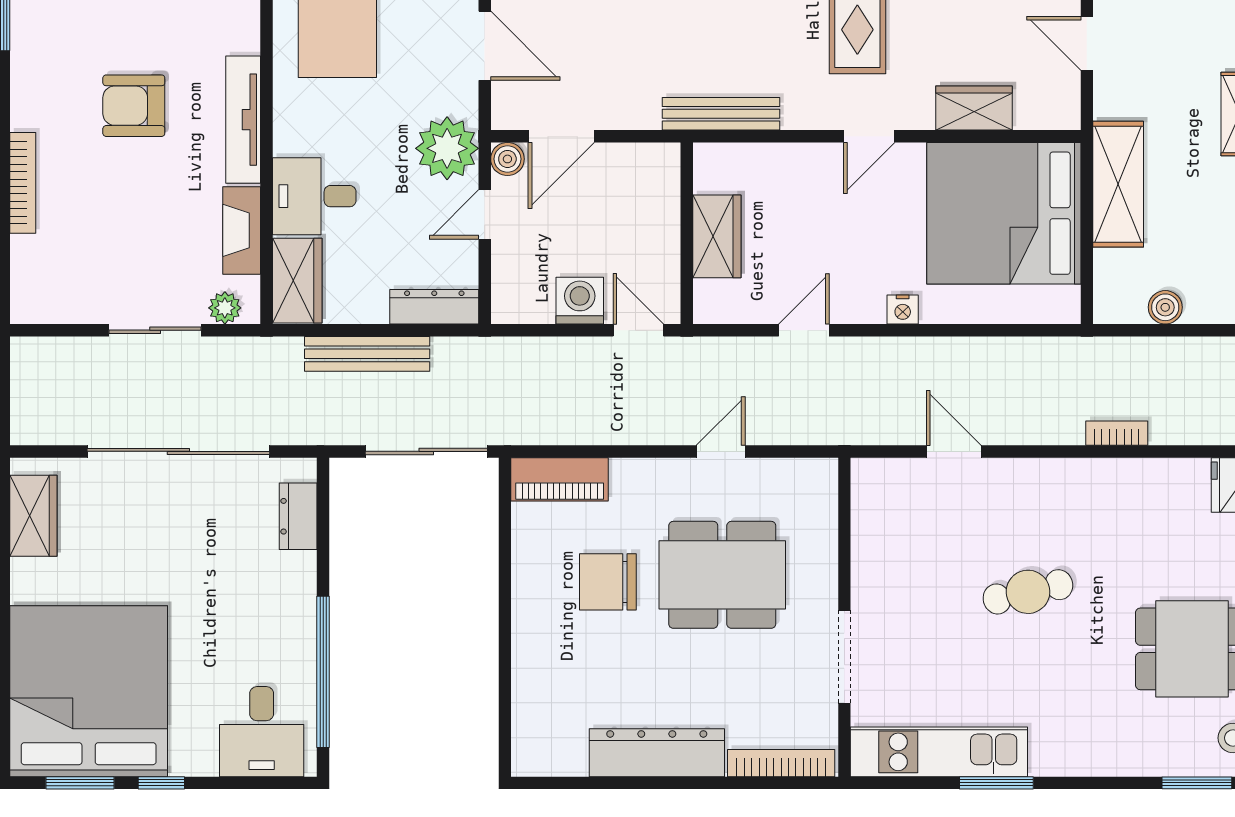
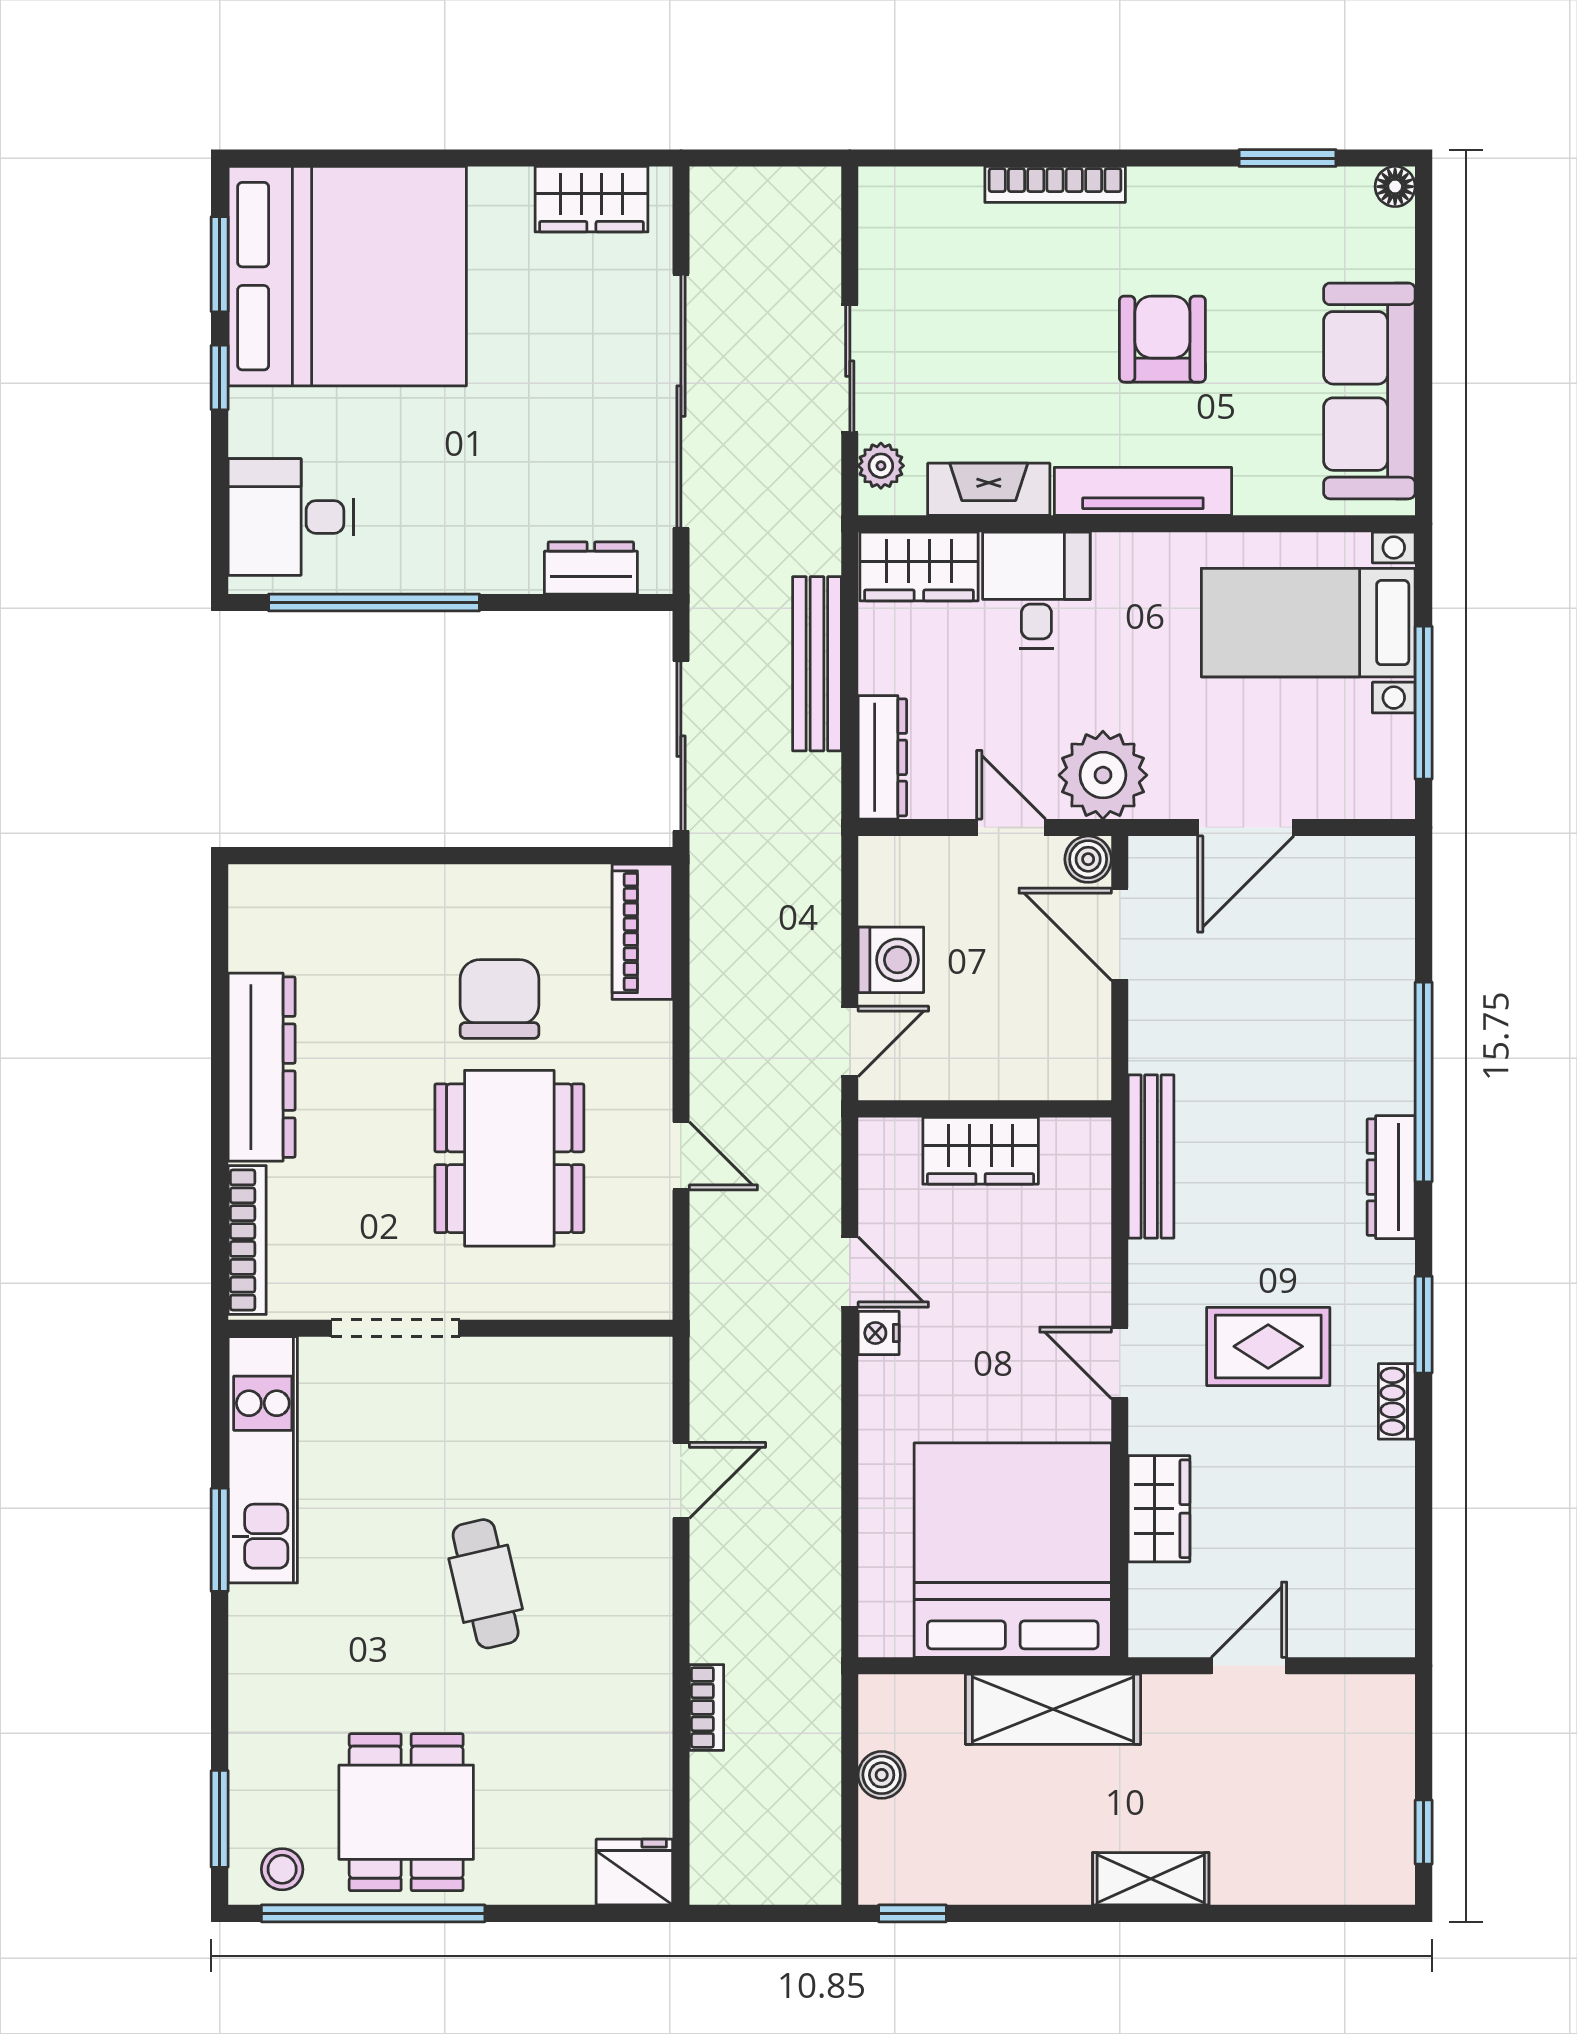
nightstand: (903, 309) -> (879, 1333), moved

